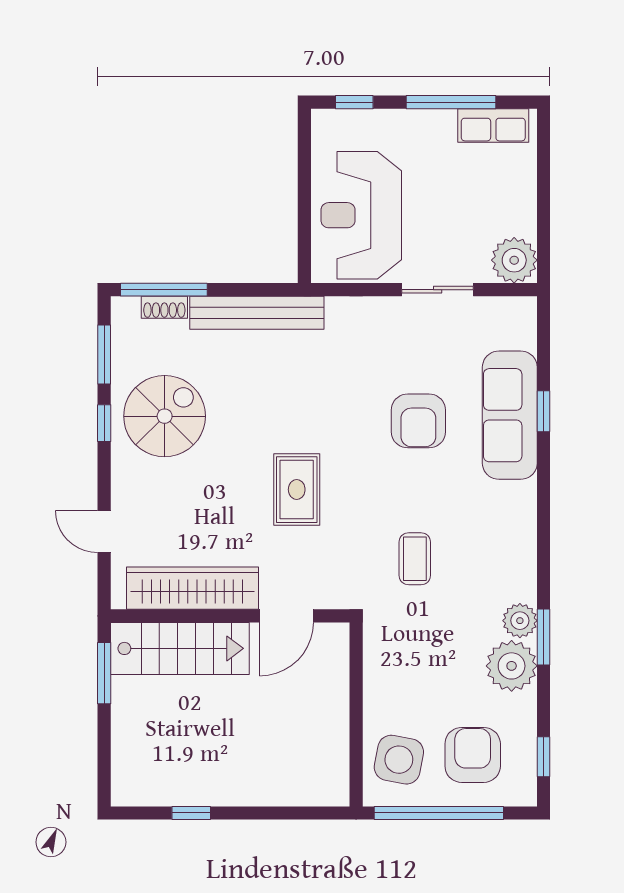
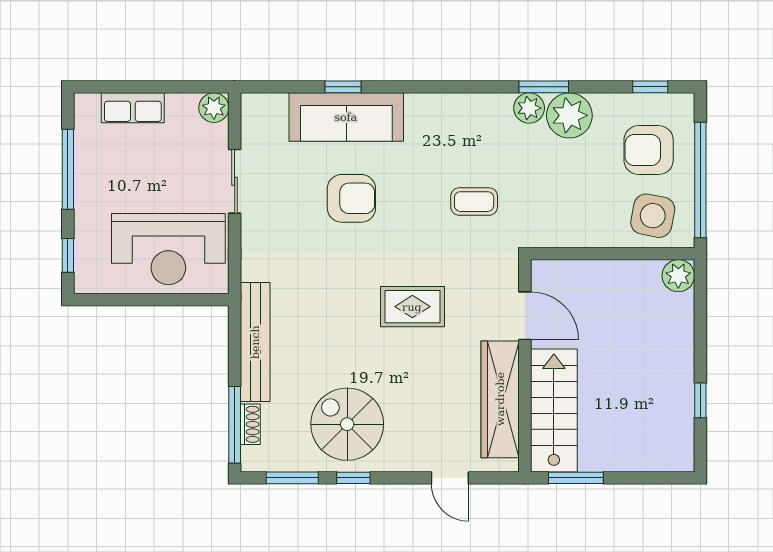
row of seats: (493, 125) -> (133, 108), moved, turned 90
plant: (514, 260) -> (214, 108), width x0.73, depth x0.73
door: (104, 532) -> (450, 478), hinge flipped
plant: (331, 788) -> (678, 276), added

